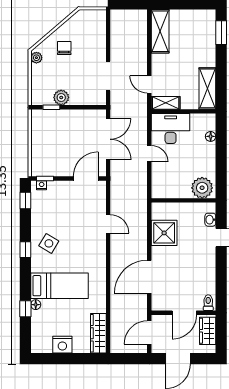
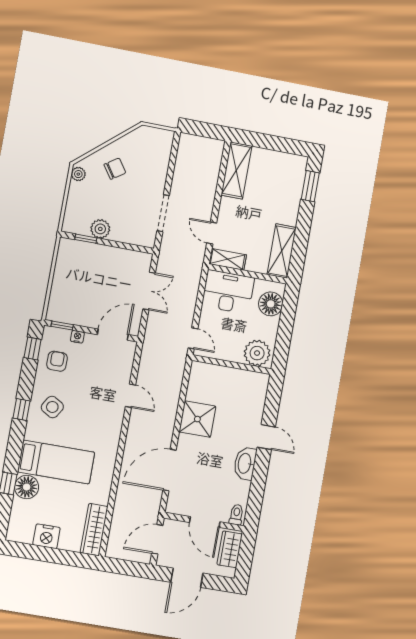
chair: (64, 48) -> (115, 169), turned 56
floor lamp: (211, 136) -> (271, 304), width x1.89, depth x1.89
double door: (108, 139) -> (149, 291), width x0.73
door: (149, 154) -> (193, 338), moved
nightstand: (42, 185) -> (77, 337), moved
plant: (202, 188) -> (257, 353), moved
wall: (184, 200) -> (232, 365), moved
armchair: (46, 207) -> (57, 361), added
washbasin: (210, 220) -> (245, 463), moved, width x1.91, depth x1.45
floor lamp: (36, 305) -> (27, 487), width x1.89, depth x1.89
door: (184, 313) -> (205, 522), hinge flipped

